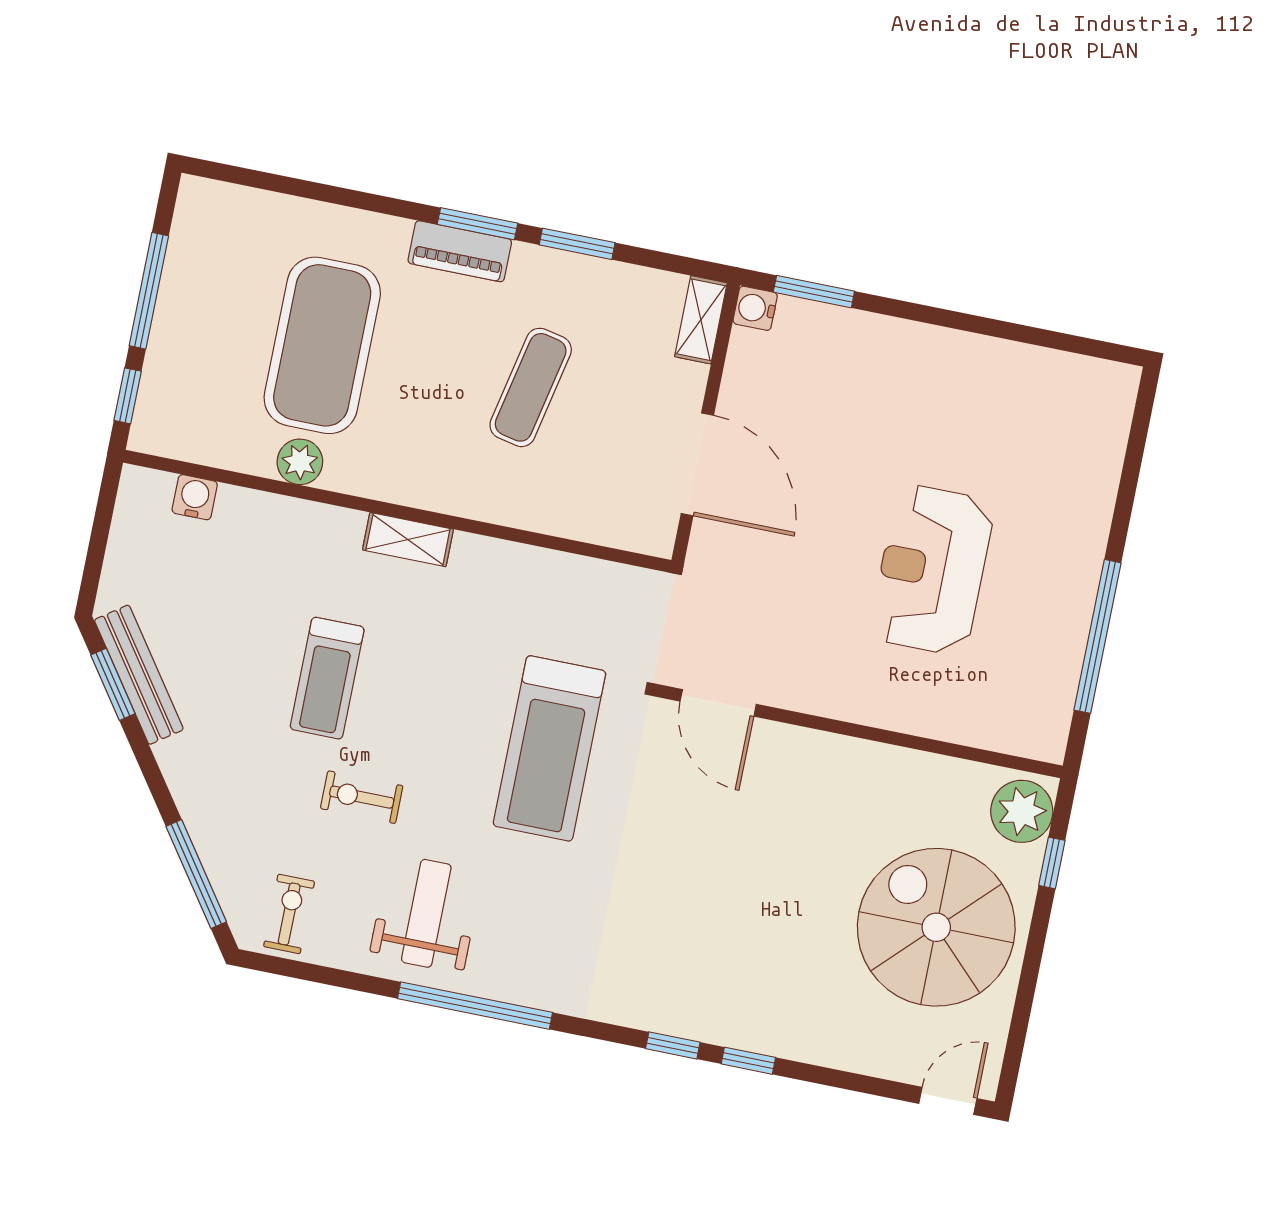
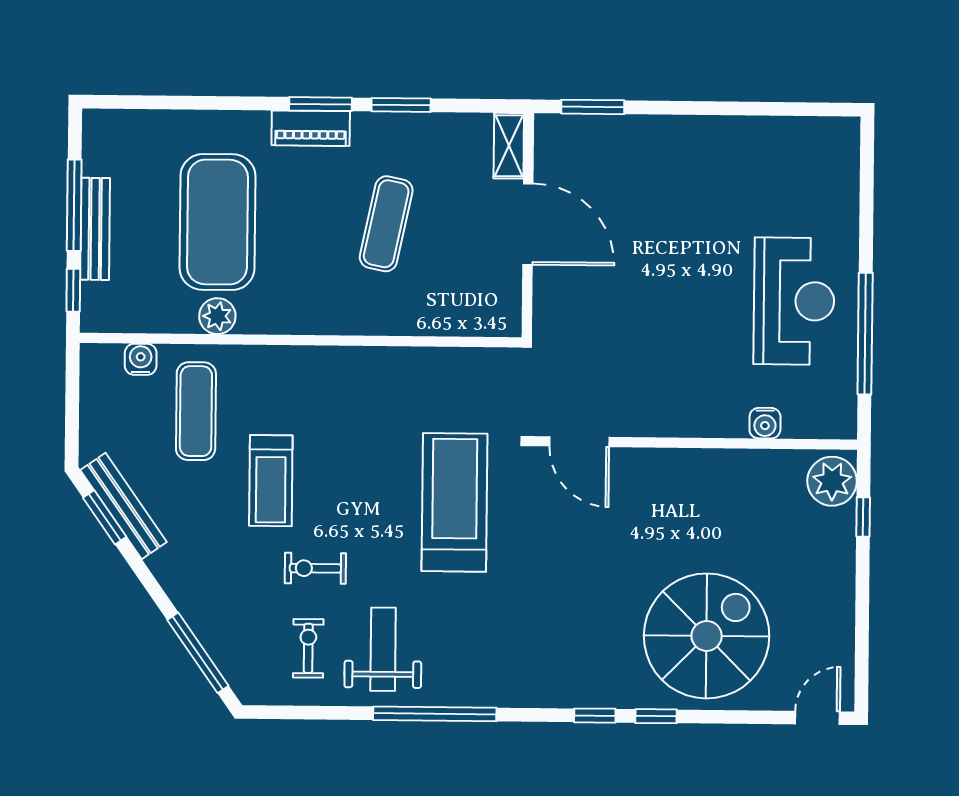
water cooler: (755, 308) -> (765, 423), moved, turned -90
bench: (169, 325) -> (95, 229), added
door: (697, 464) -> (528, 224), moved
shelving: (408, 540) -> (313, 361), removed
reception desk: (932, 570) -> (794, 301), moved, turned 180
exercise mat: (251, 574) -> (196, 411), added
treadmill: (549, 748) -> (455, 502), turned 180
exercise bike: (289, 914) -> (308, 648), moved
spiral stairs: (936, 927) -> (707, 636), moved, turned 90

